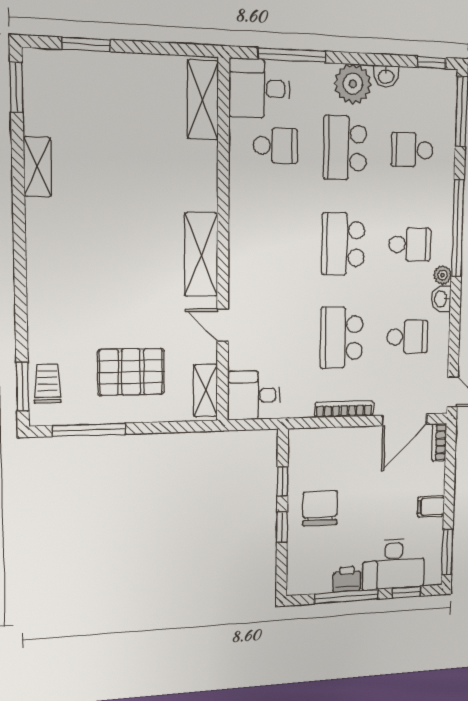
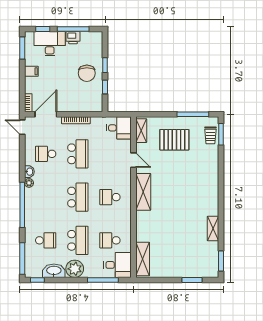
washbasin: (386, 76) -> (54, 271), width x1.91, depth x1.45
school desk: (410, 244) -> (110, 197), moved

